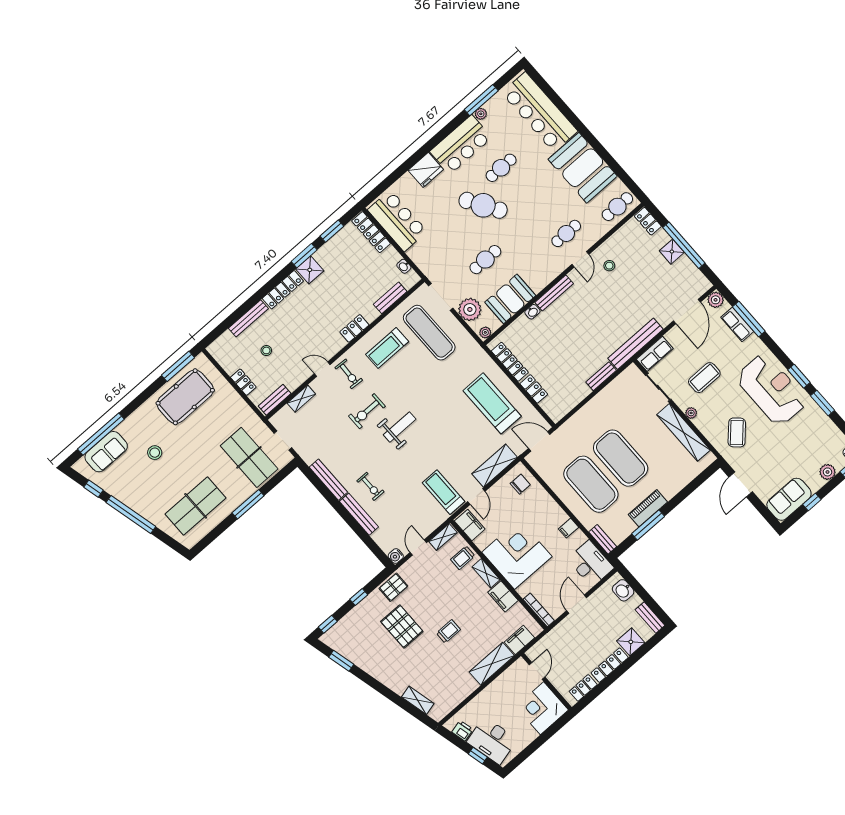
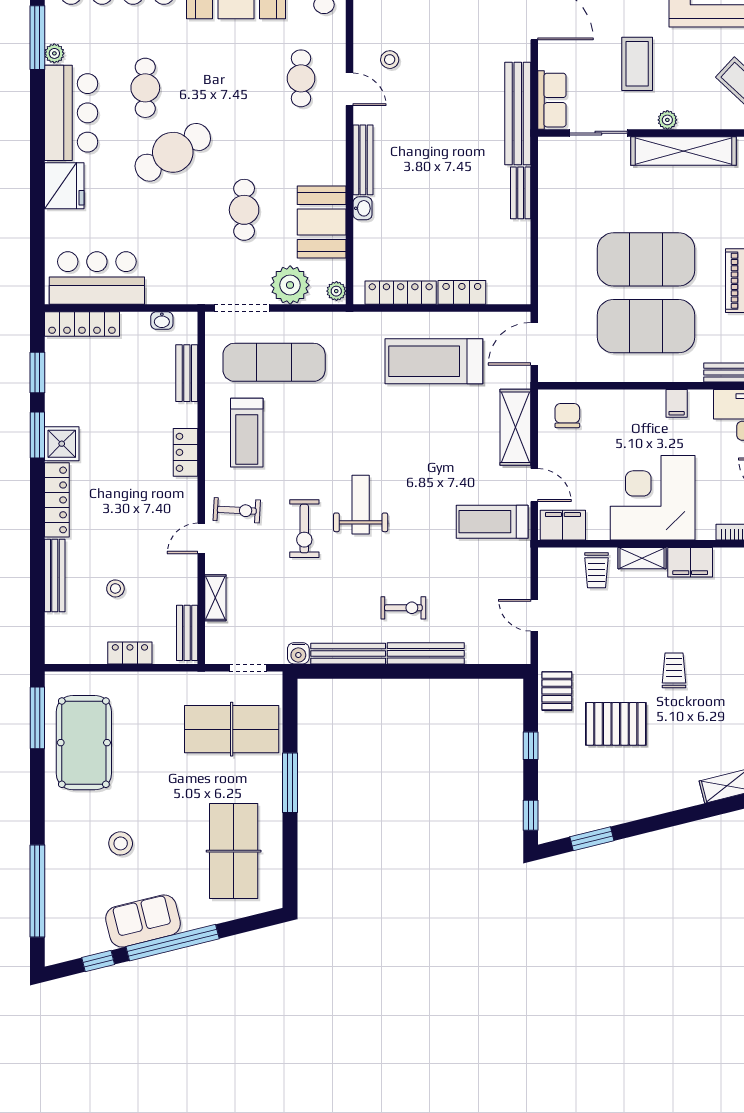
sofa: (106, 452) -> (143, 921), moved, turned -104
shelving: (443, 537) -> (548, 572), removed
water cooler: (396, 556) -> (298, 653), moved

